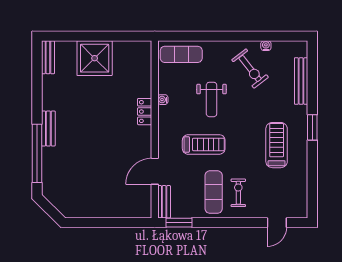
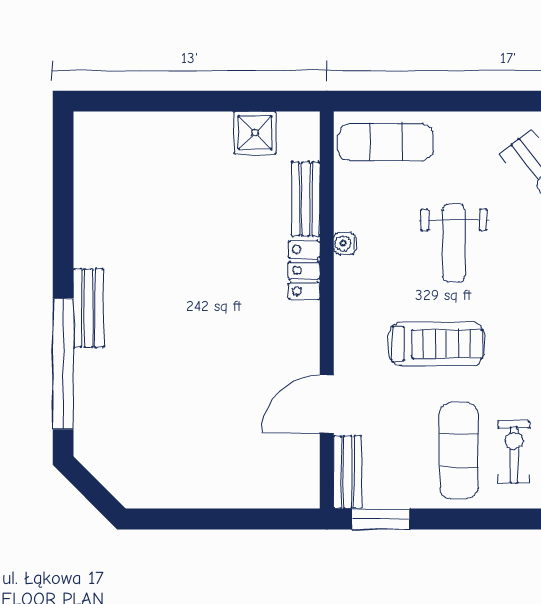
bench: (48, 57) -> (306, 199), moved
shower: (95, 58) -> (255, 133), moved, width x0.54, depth x0.54

